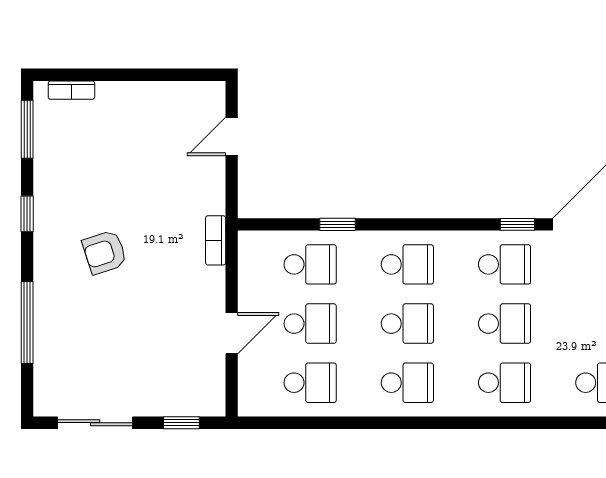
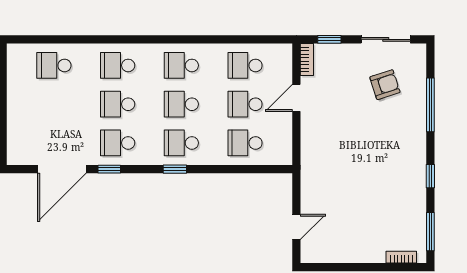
window: (338, 224) -> (175, 169), moved
bookcase: (216, 240) -> (307, 59), moved
armchair: (105, 252) -> (385, 85), moved

